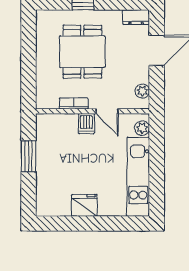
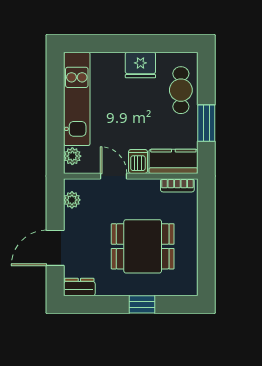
dining table: (82, 52) -> (143, 246), turned 90
bookcase: (74, 103) -> (177, 185), moved
kitchen counter: (56, 124) -> (173, 161), added
cafe table: (50, 184) -> (181, 90), added

